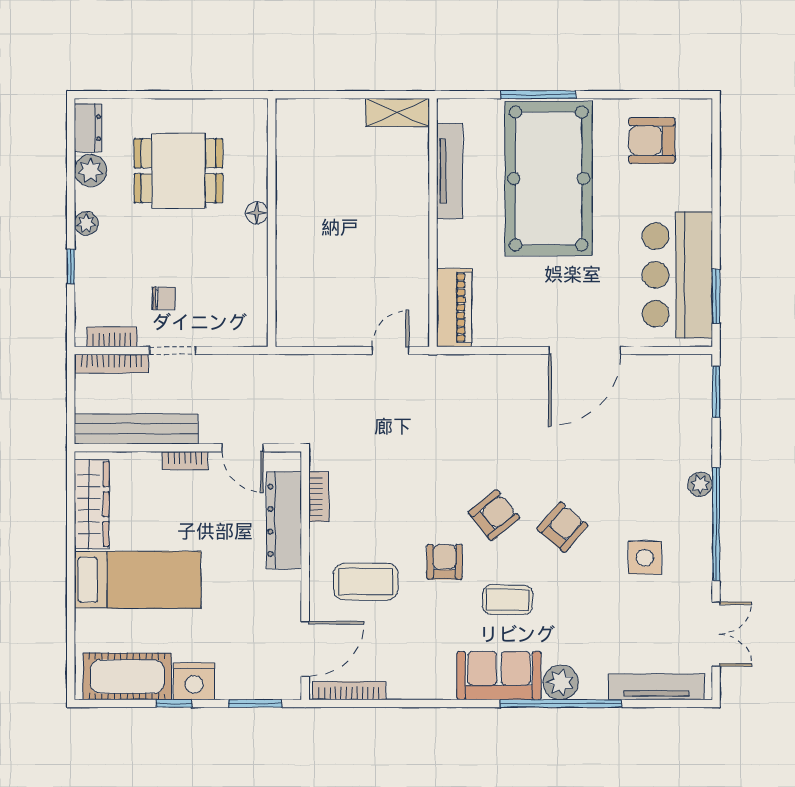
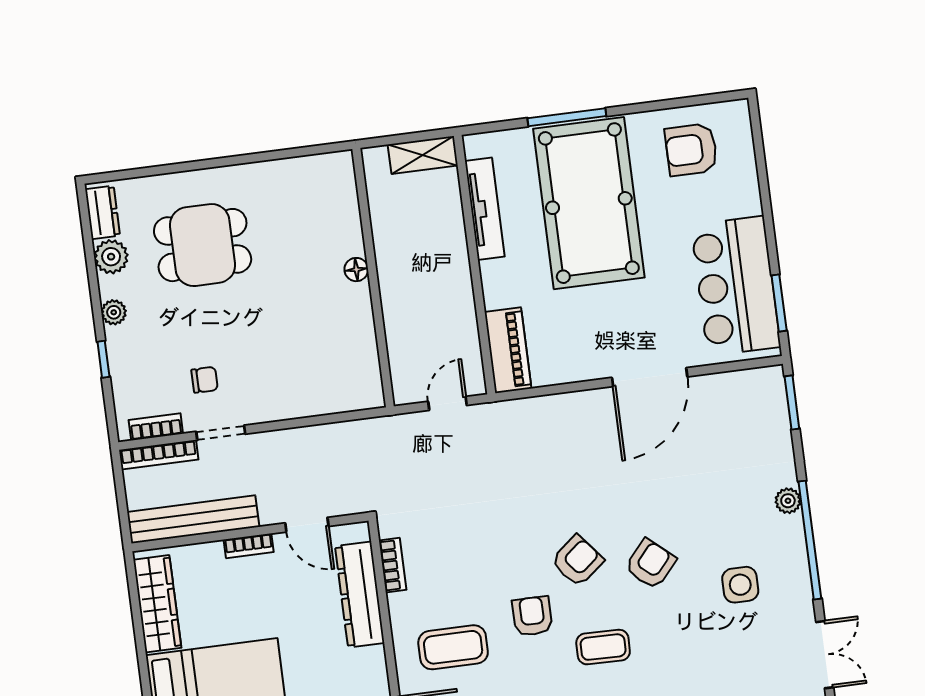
floor lamp: (257, 213) -> (356, 270), moved
wall: (272, 223) -> (373, 278), moved

